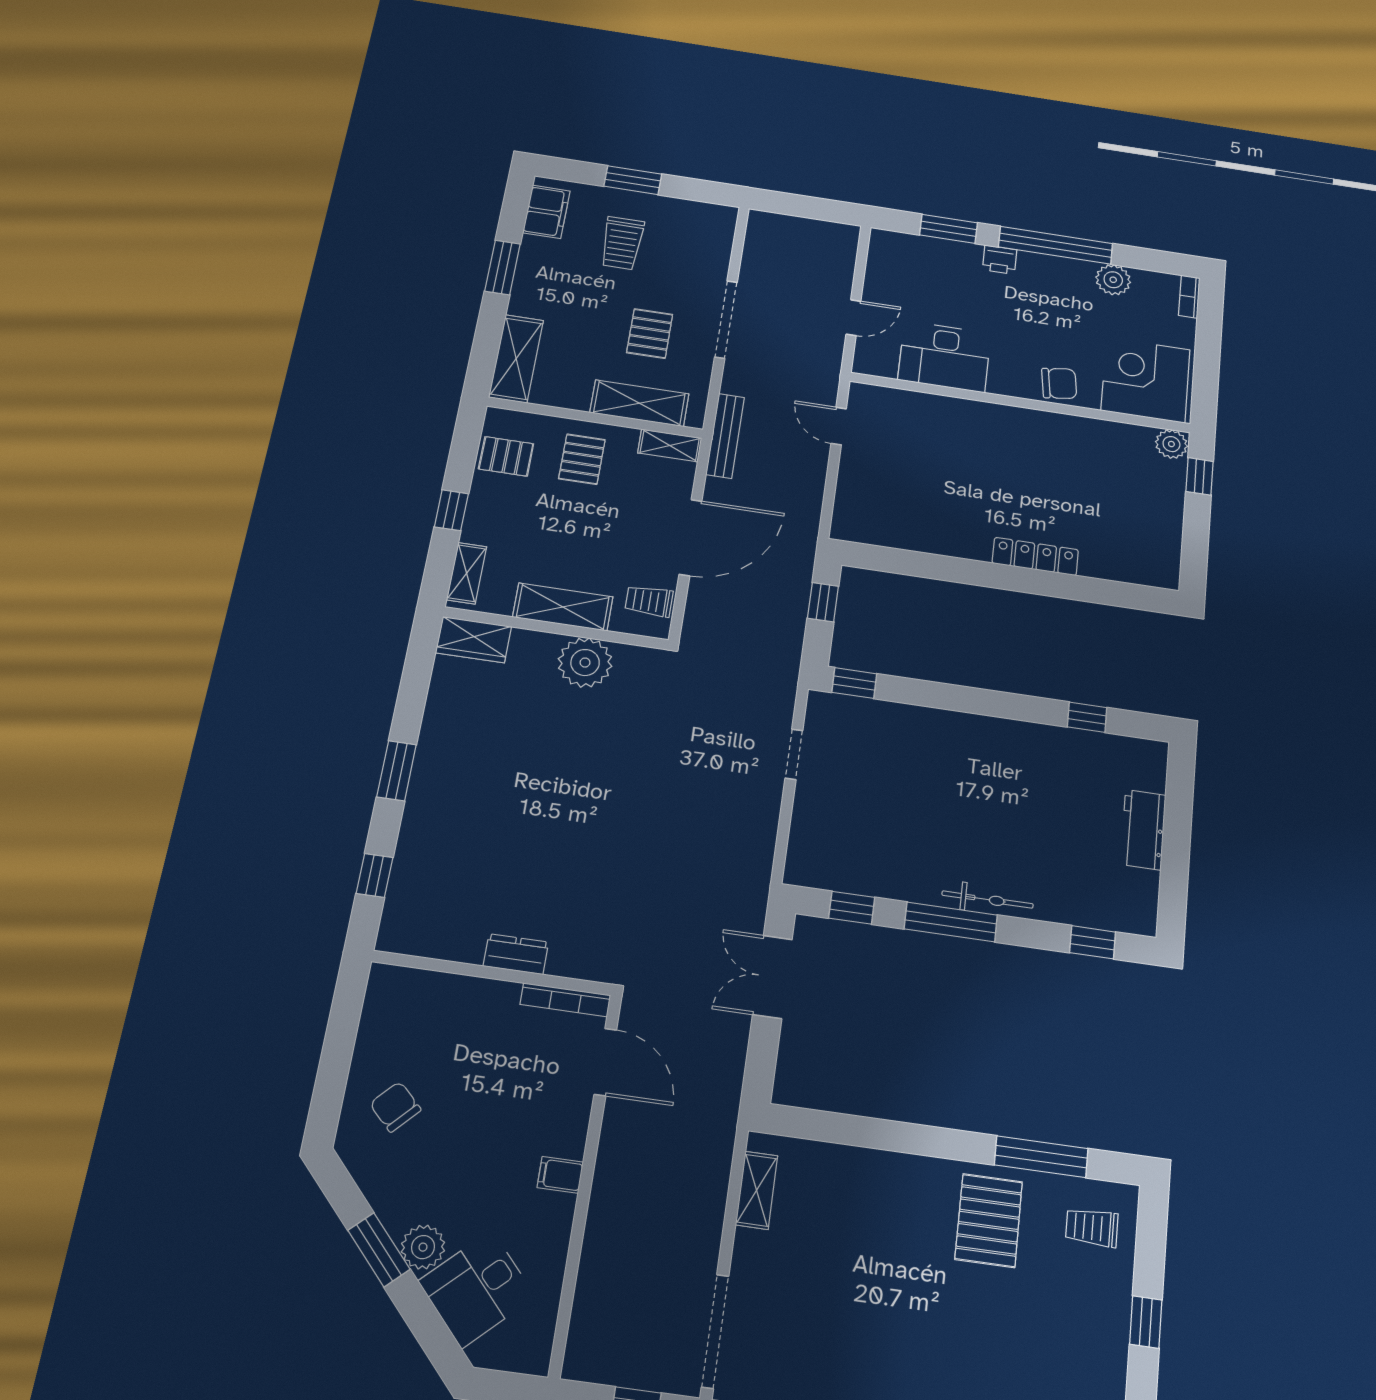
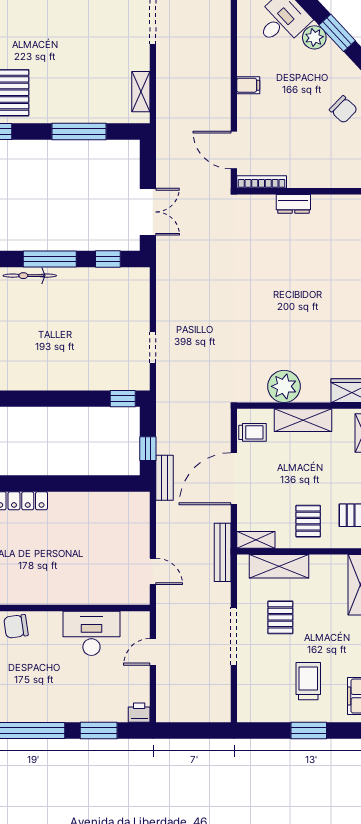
printer: (1000, 260) -> (139, 713), moved
bench: (802, 556) -> (165, 478), added
window: (876, 1134) -> (79, 132), added

